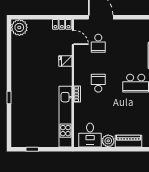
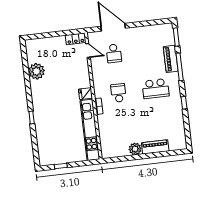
plant: (19, 27) -> (37, 71), moved
fridge: (65, 61) -> (85, 94), moved
desk: (90, 135) -> (116, 145), removed

